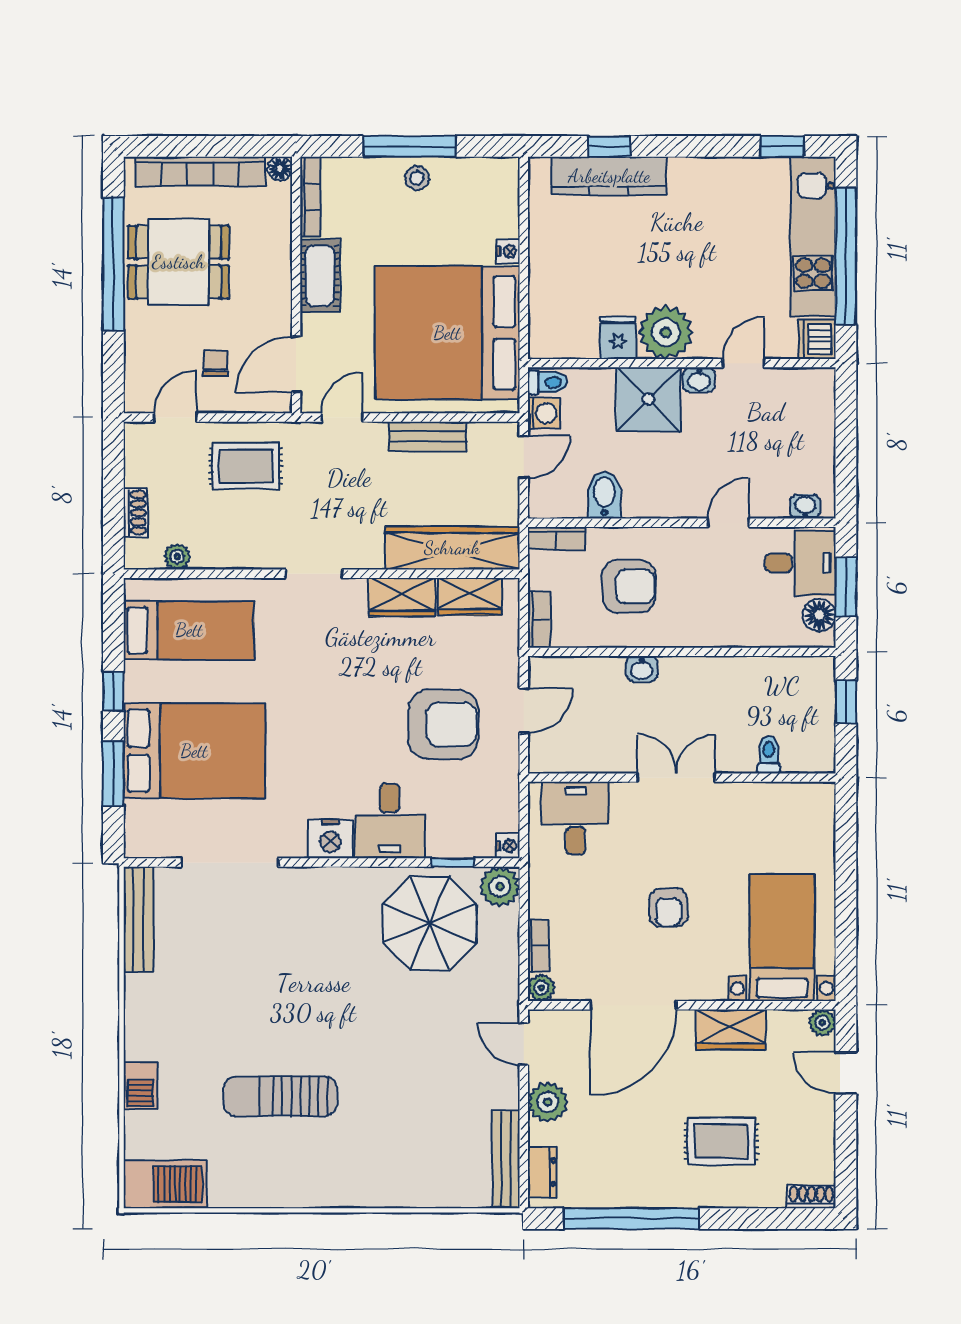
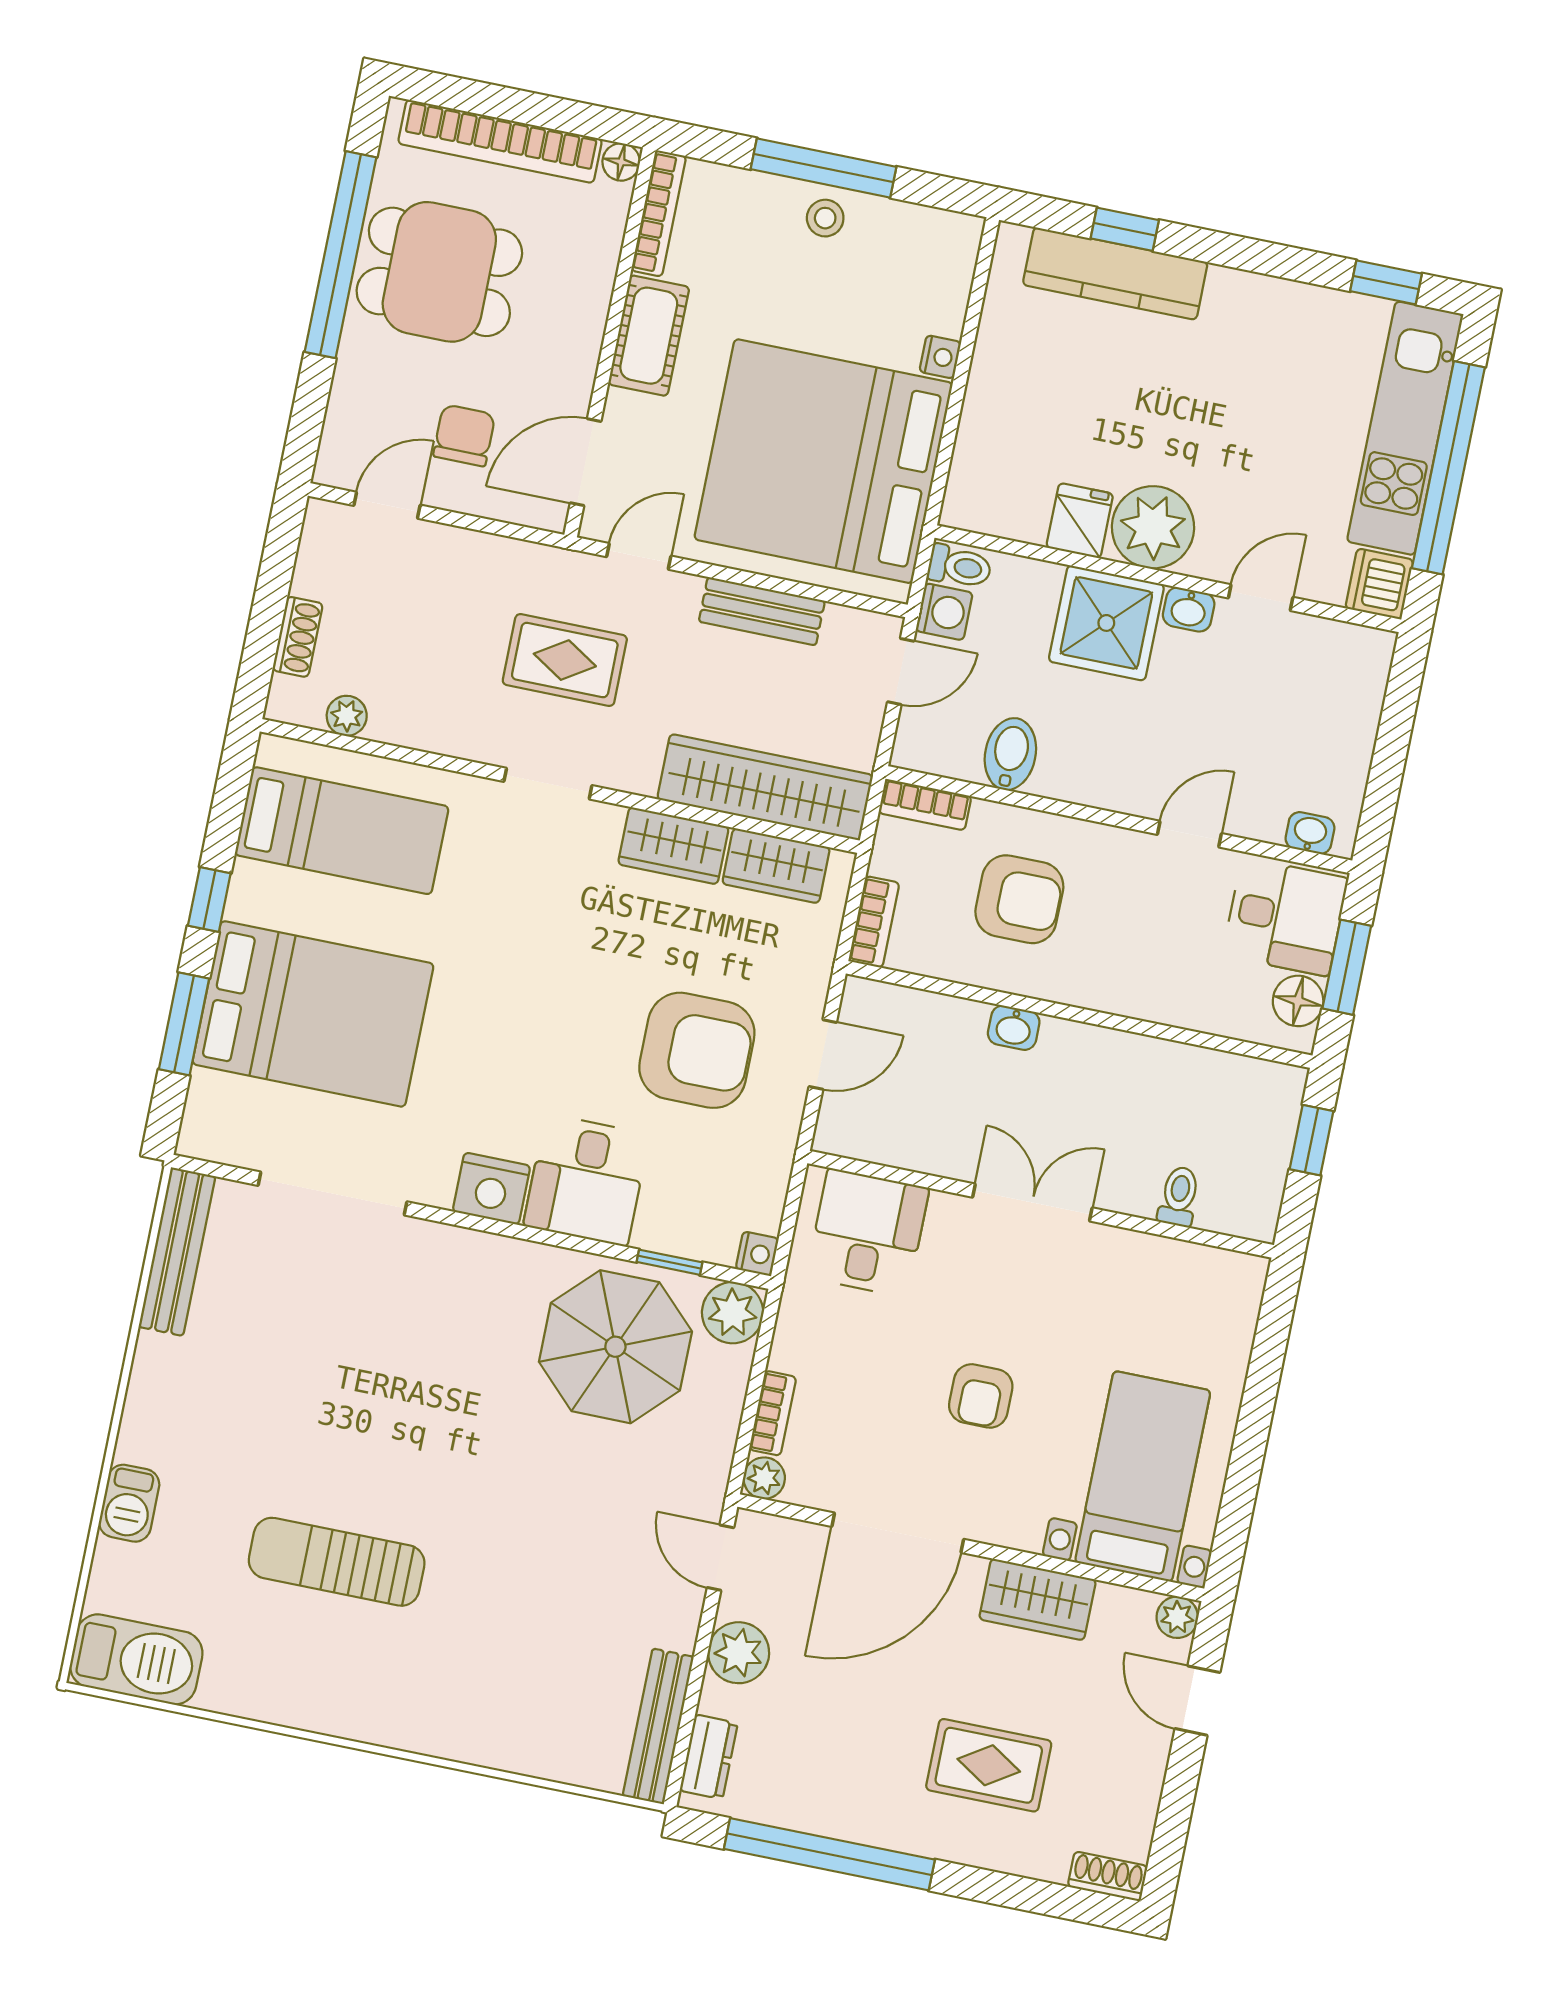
chair: (215, 363) -> (464, 435), width x1.37, depth x1.37
rug: (246, 466) -> (565, 660), moved

